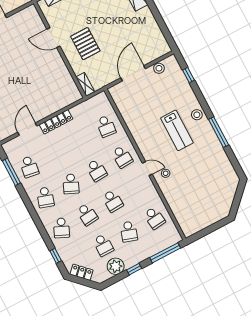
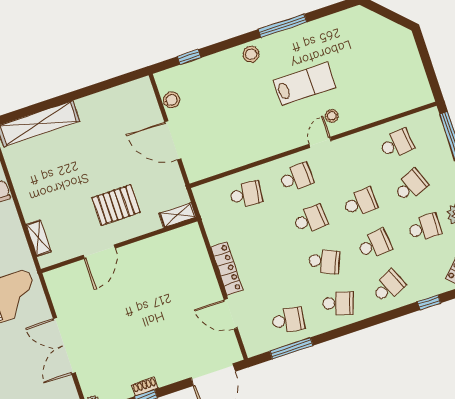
lab bench: (177, 130) -> (305, 84), moved
school desk: (62, 228) -> (388, 287), turned -48
school desk: (129, 232) -> (411, 186), turned -39

